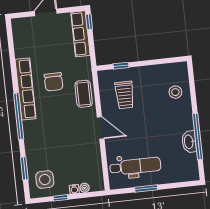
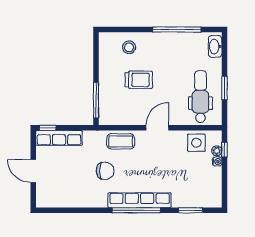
window: (121, 66) -> (96, 100), width x2.17
row of seats: (26, 89) -> (140, 200), moved
trolley: (125, 95) -> (139, 80), moved
washbasin: (189, 142) -> (215, 46), moved, turned 90
side table: (45, 180) -> (196, 143), moved
window: (61, 198) -> (224, 150), moved

